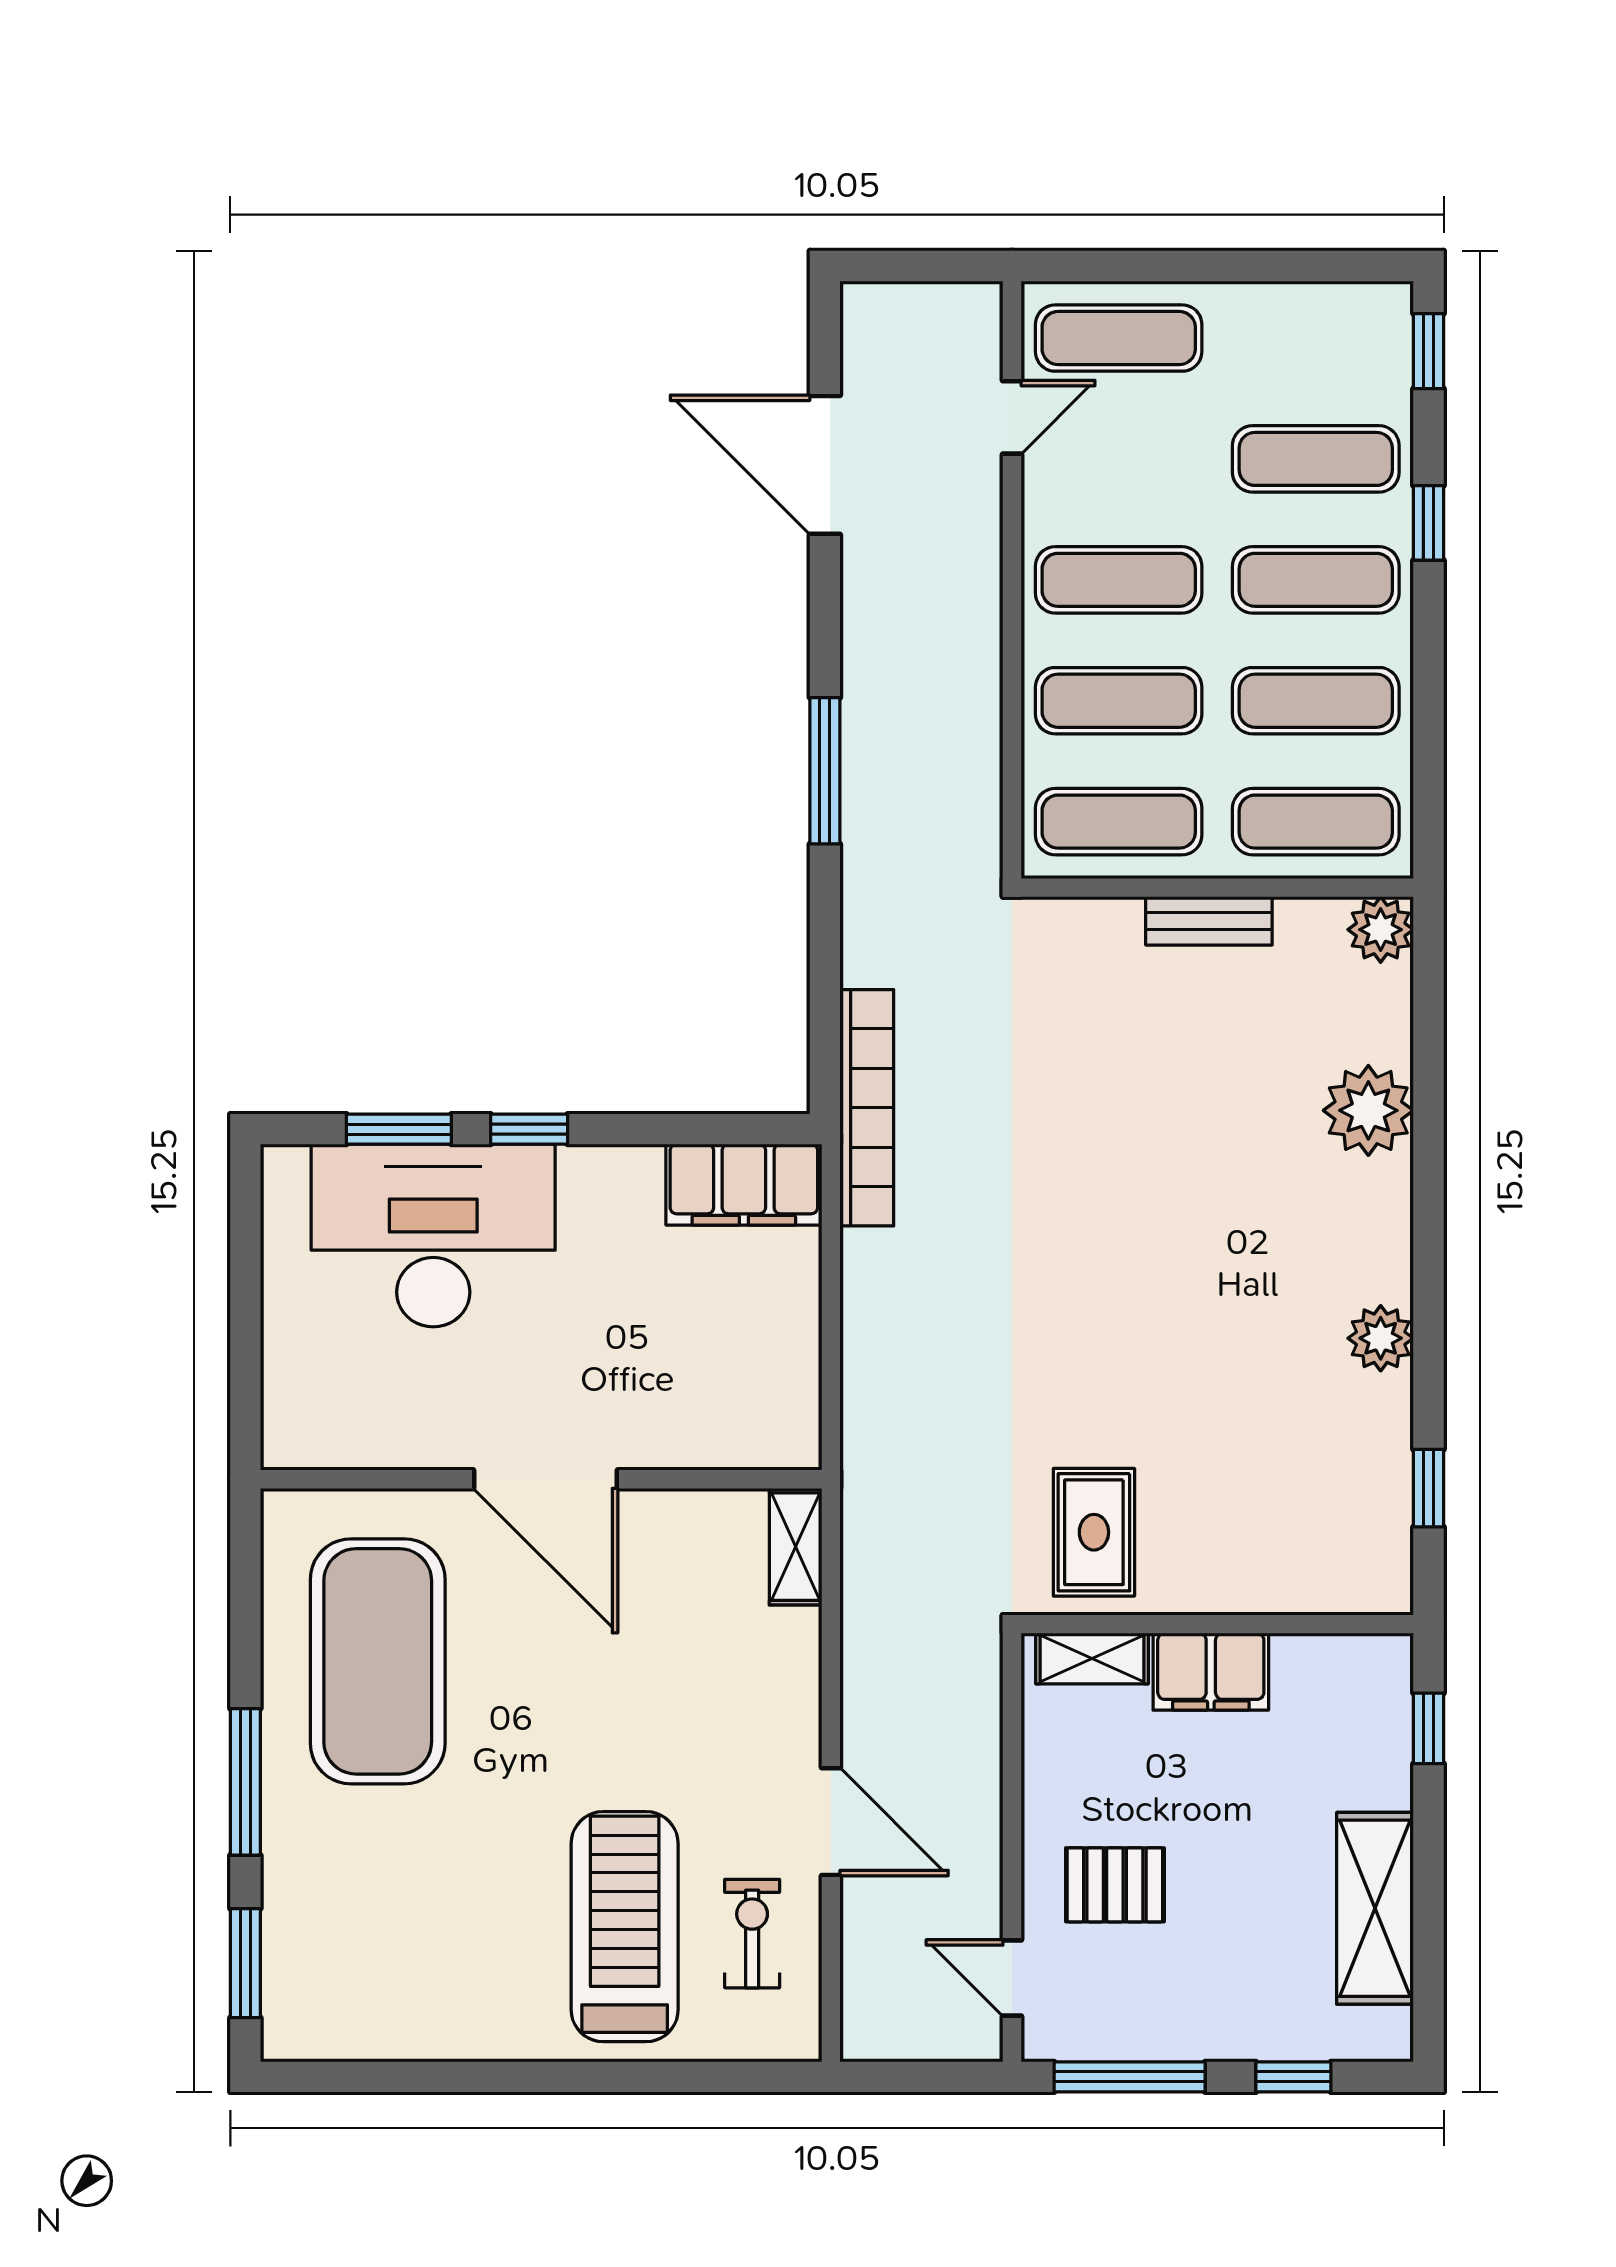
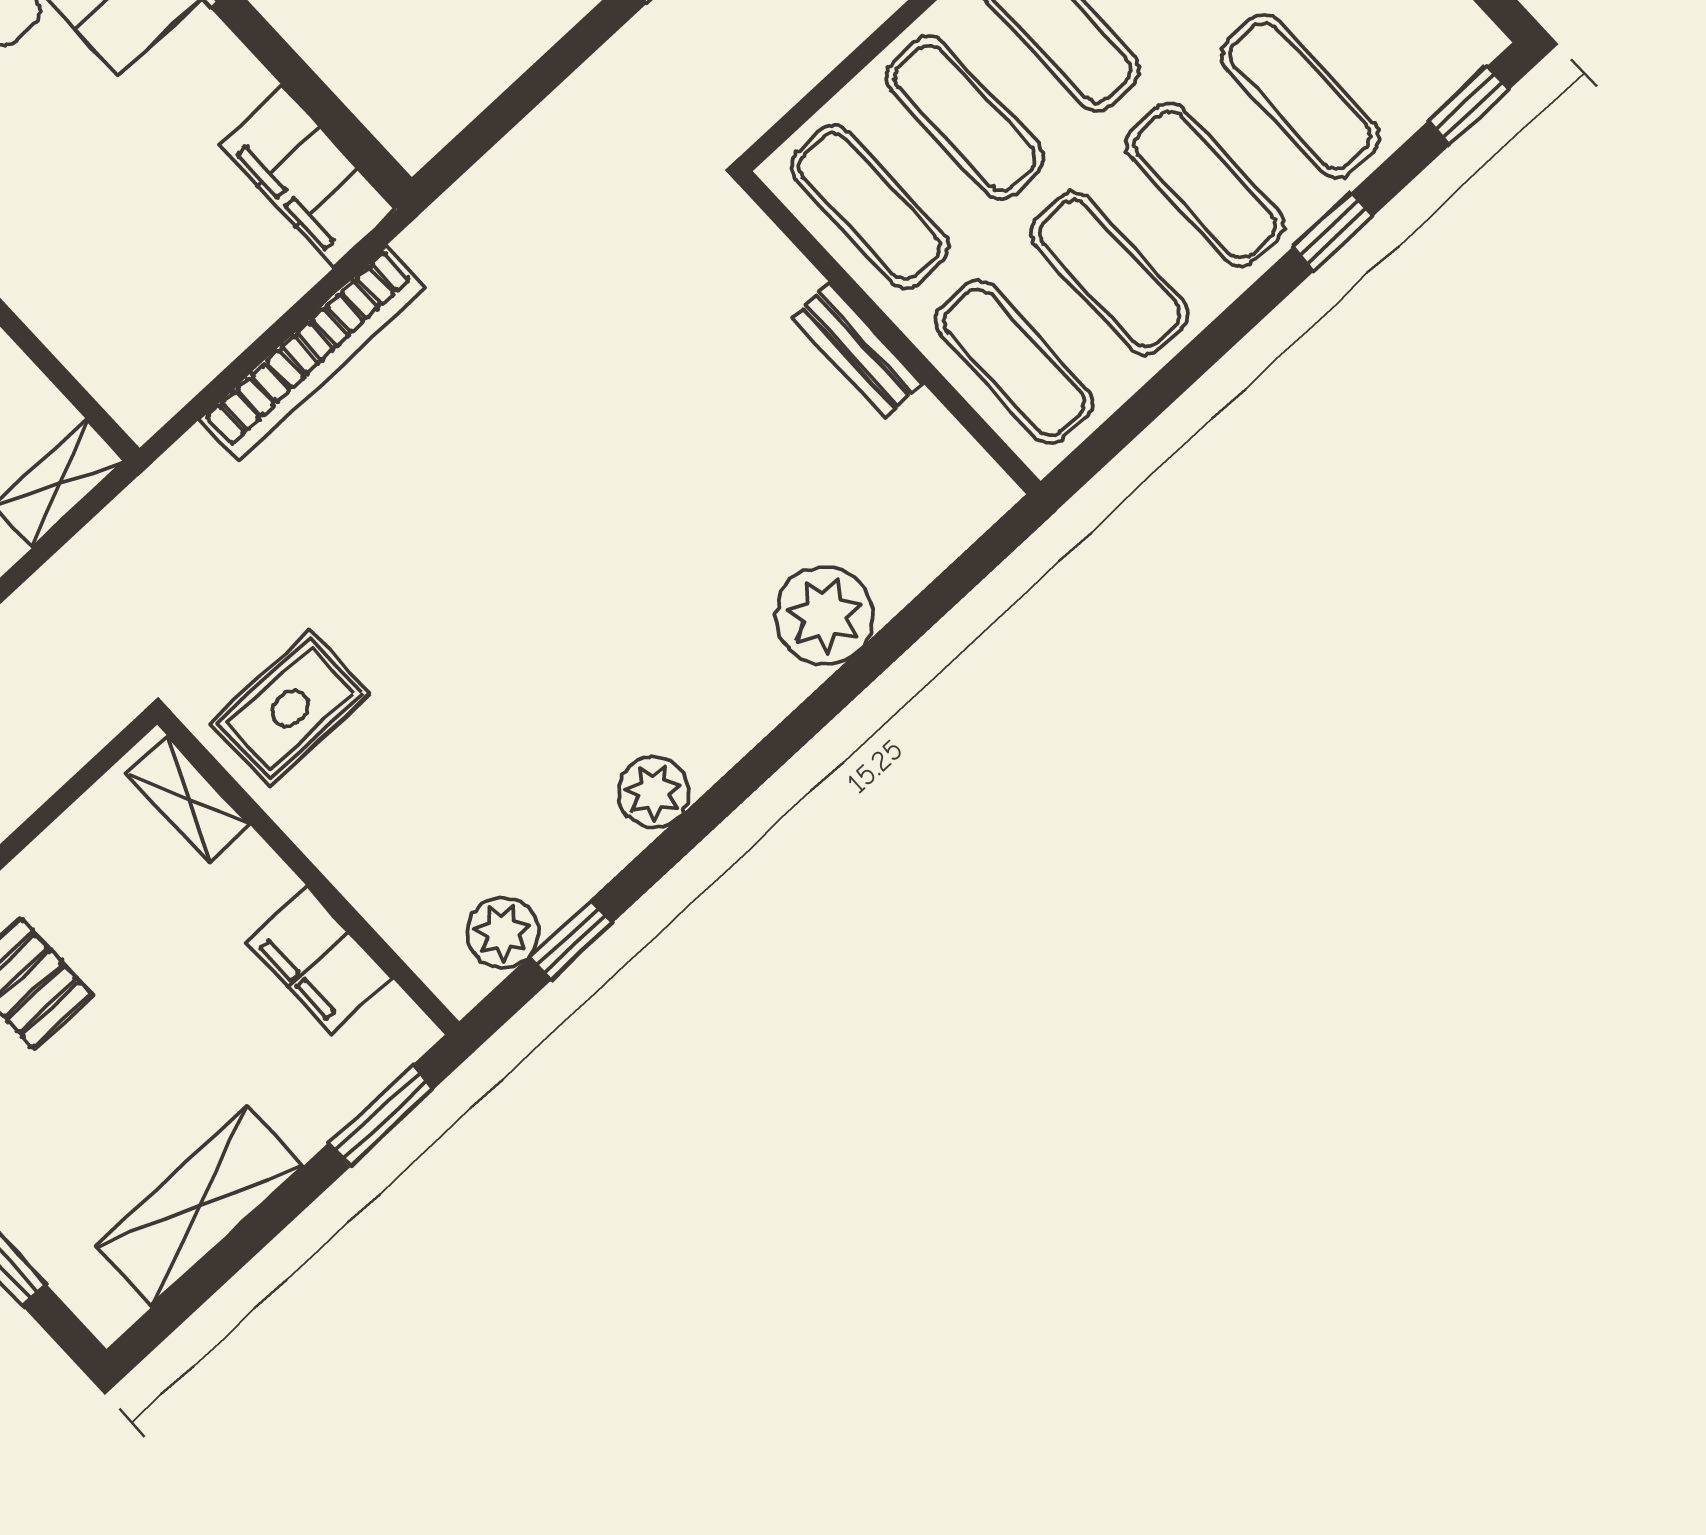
plant: (1381, 930) -> (503, 933), moved
bookcase: (867, 1108) -> (313, 353), moved
filing cabinet: (1211, 1672) -> (319, 960), moved
window: (1429, 1728) -> (381, 1116), width x1.50

